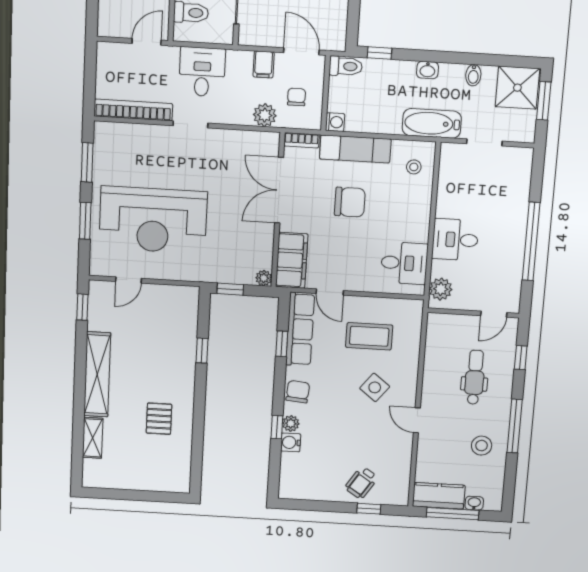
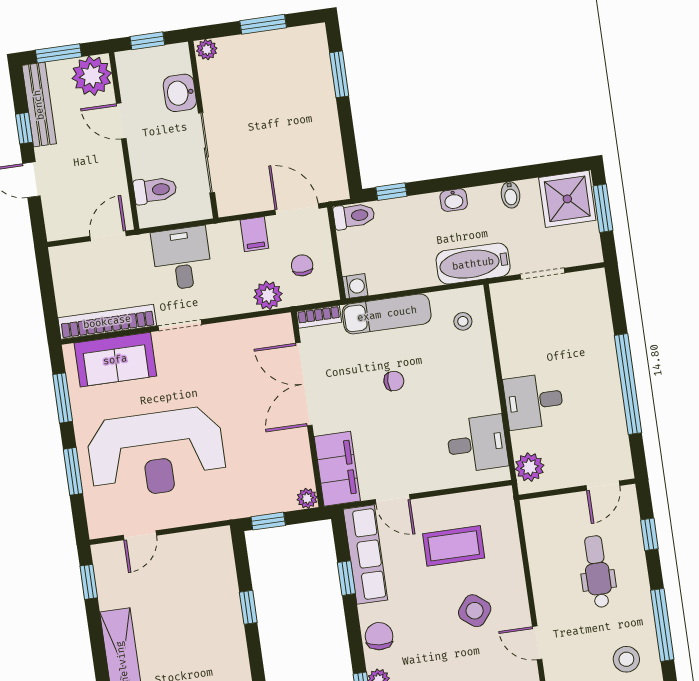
sofa: (134, 141) -> (115, 360), added
chair: (350, 202) -> (394, 381), width x0.54, depth x0.54

